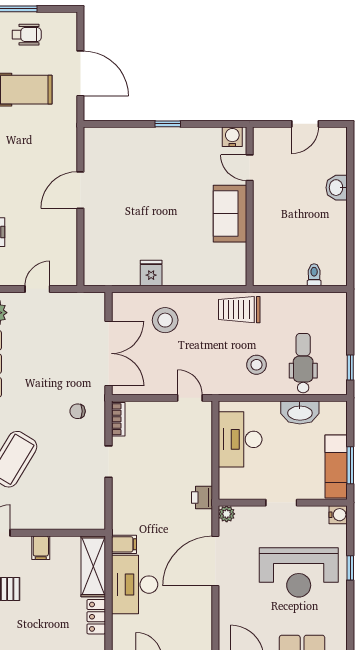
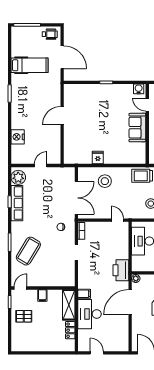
wheelchair: (27, 35) -> (50, 34), moved
printer: (202, 497) -> (121, 270), width x1.87, depth x1.48

